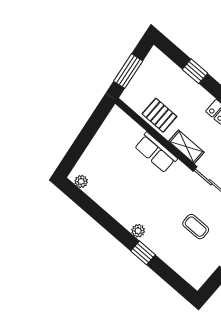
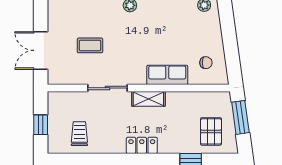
pallet: (159, 115) -> (211, 131), moved, turned 90
chair: (118, 136) -> (206, 63), added

